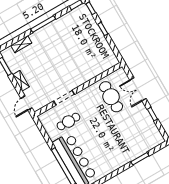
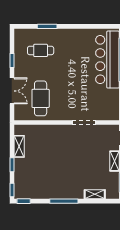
shelving: (106, 47) -> (19, 146), added
cafe table: (68, 122) -> (41, 50), moved

